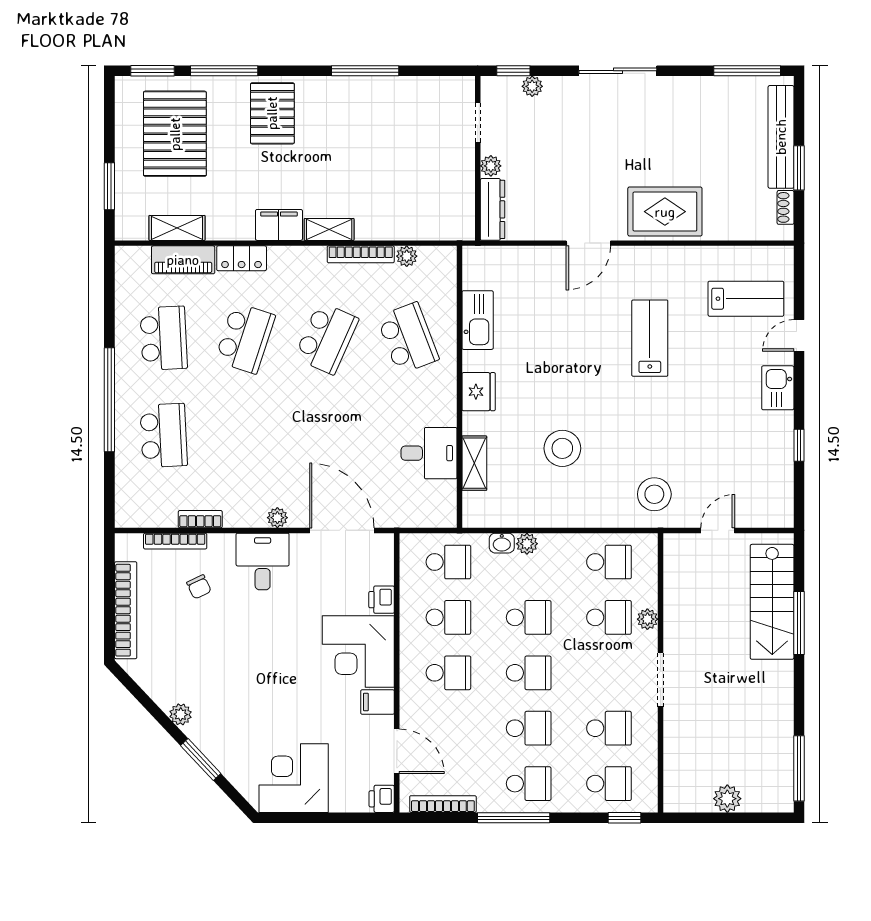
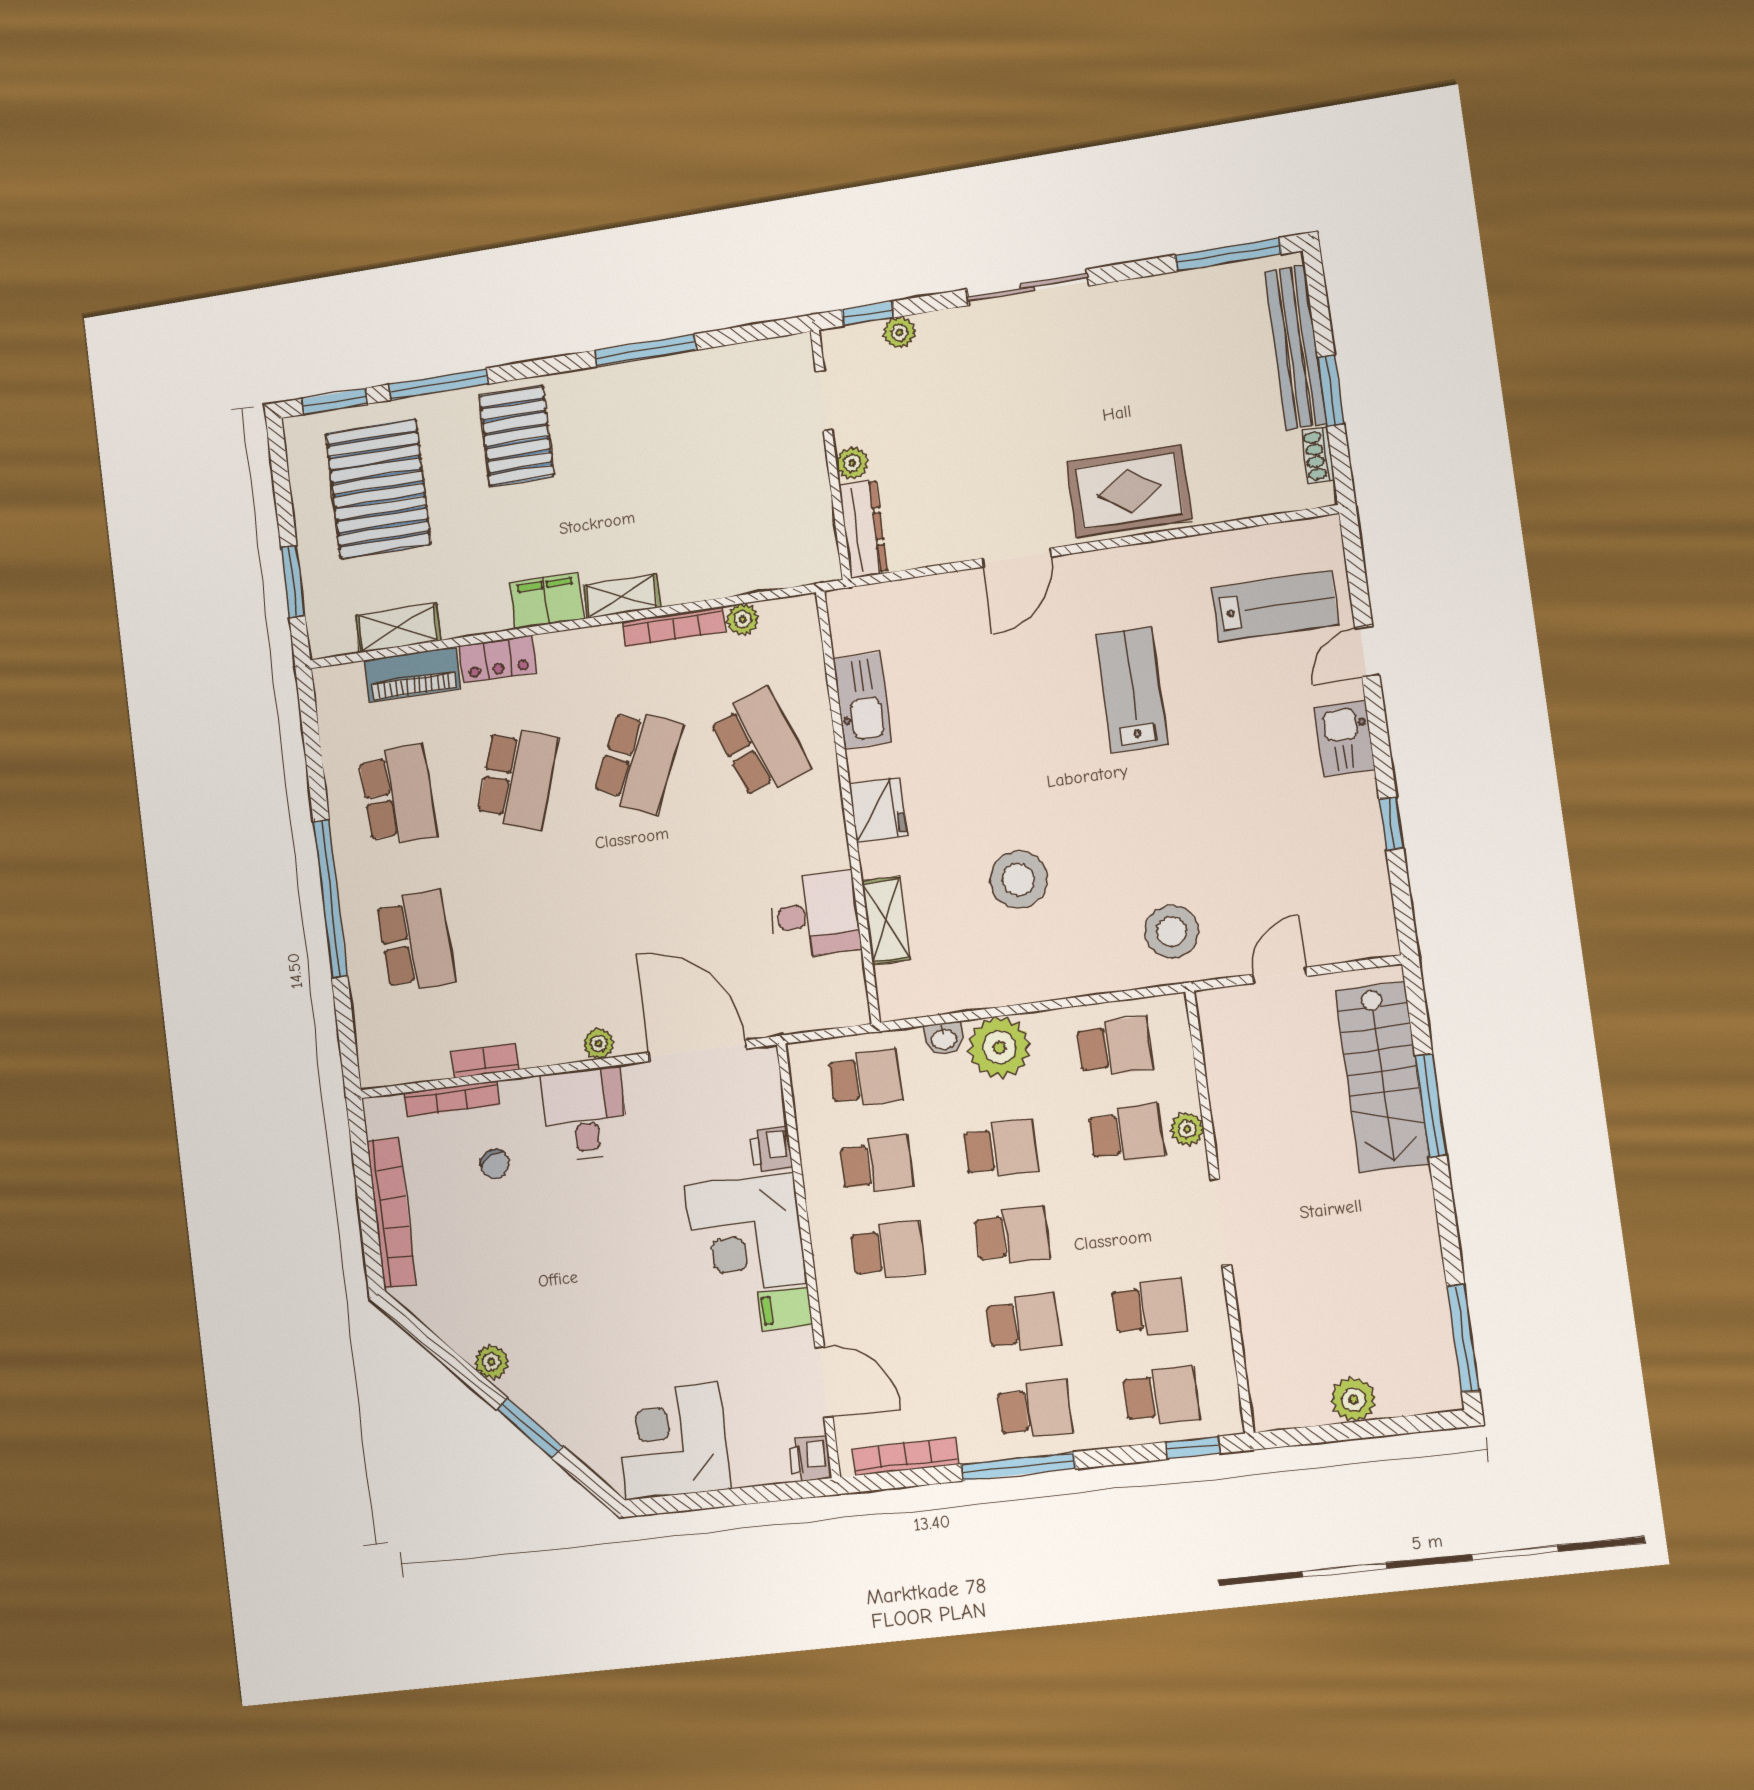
plant: (527, 544) -> (999, 1047), width x1.88, depth x1.88

